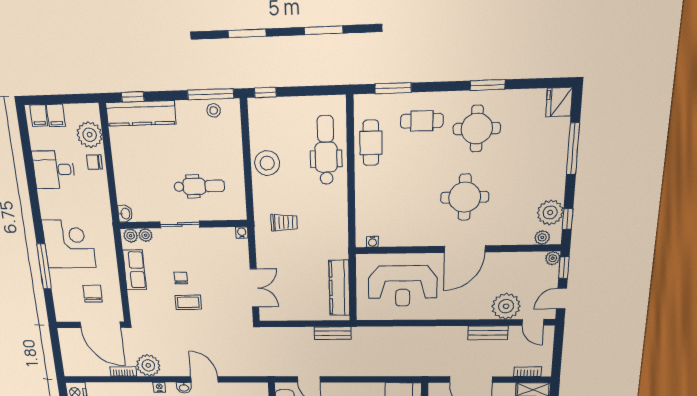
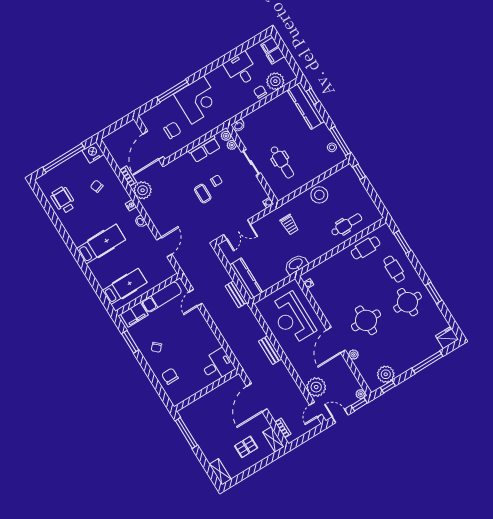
dental chair: (326, 150) -> (346, 225), width x0.73, depth x0.72
plant: (542, 237) -> (354, 355), moved
washbasin: (339, 243) -> (296, 264), added
door: (465, 249) -> (336, 340), hinge flipped
kitchen counter: (339, 288) -> (246, 279), moved, turned 90
bench: (488, 333) -> (270, 350), moved
door: (204, 379) -> (164, 247), moved

